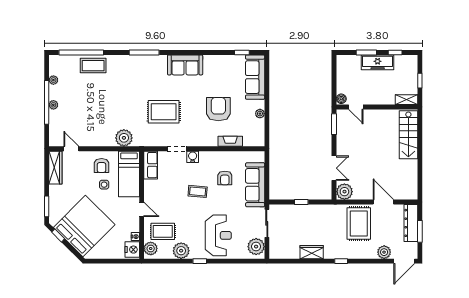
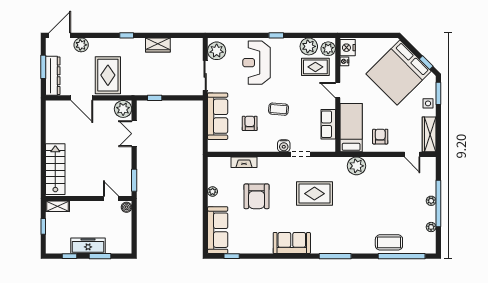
row of seats: (151, 165) -> (328, 124), moved
side table: (104, 185) -> (428, 103), moved
window: (301, 202) -> (155, 98), moved
plant: (181, 251) -> (309, 46), moved

